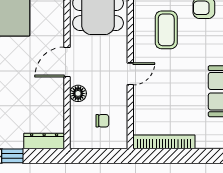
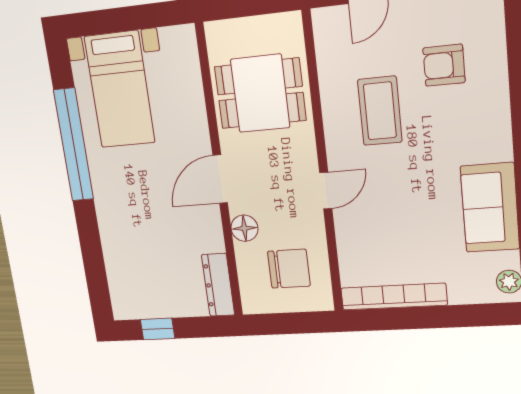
chair: (102, 121) -> (289, 269), width x1.87, depth x1.87
dresser: (44, 141) -> (218, 285), moved, turned -90

